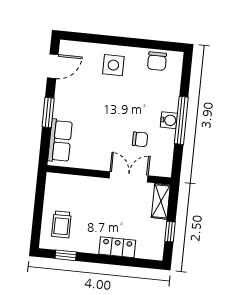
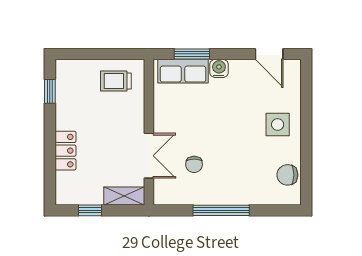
window: (48, 112) -> (192, 54), moved
water cooler: (169, 120) -> (219, 68), moved, turned 180
trolley: (61, 224) -> (116, 81), moved

